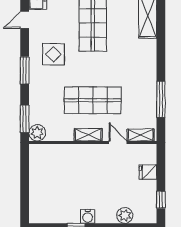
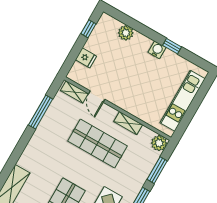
window: (25, 119) -> (157, 170), moved
shelving: (88, 135) -> (128, 123), moved
kitchen unit: (38, 183) -> (183, 101), added

